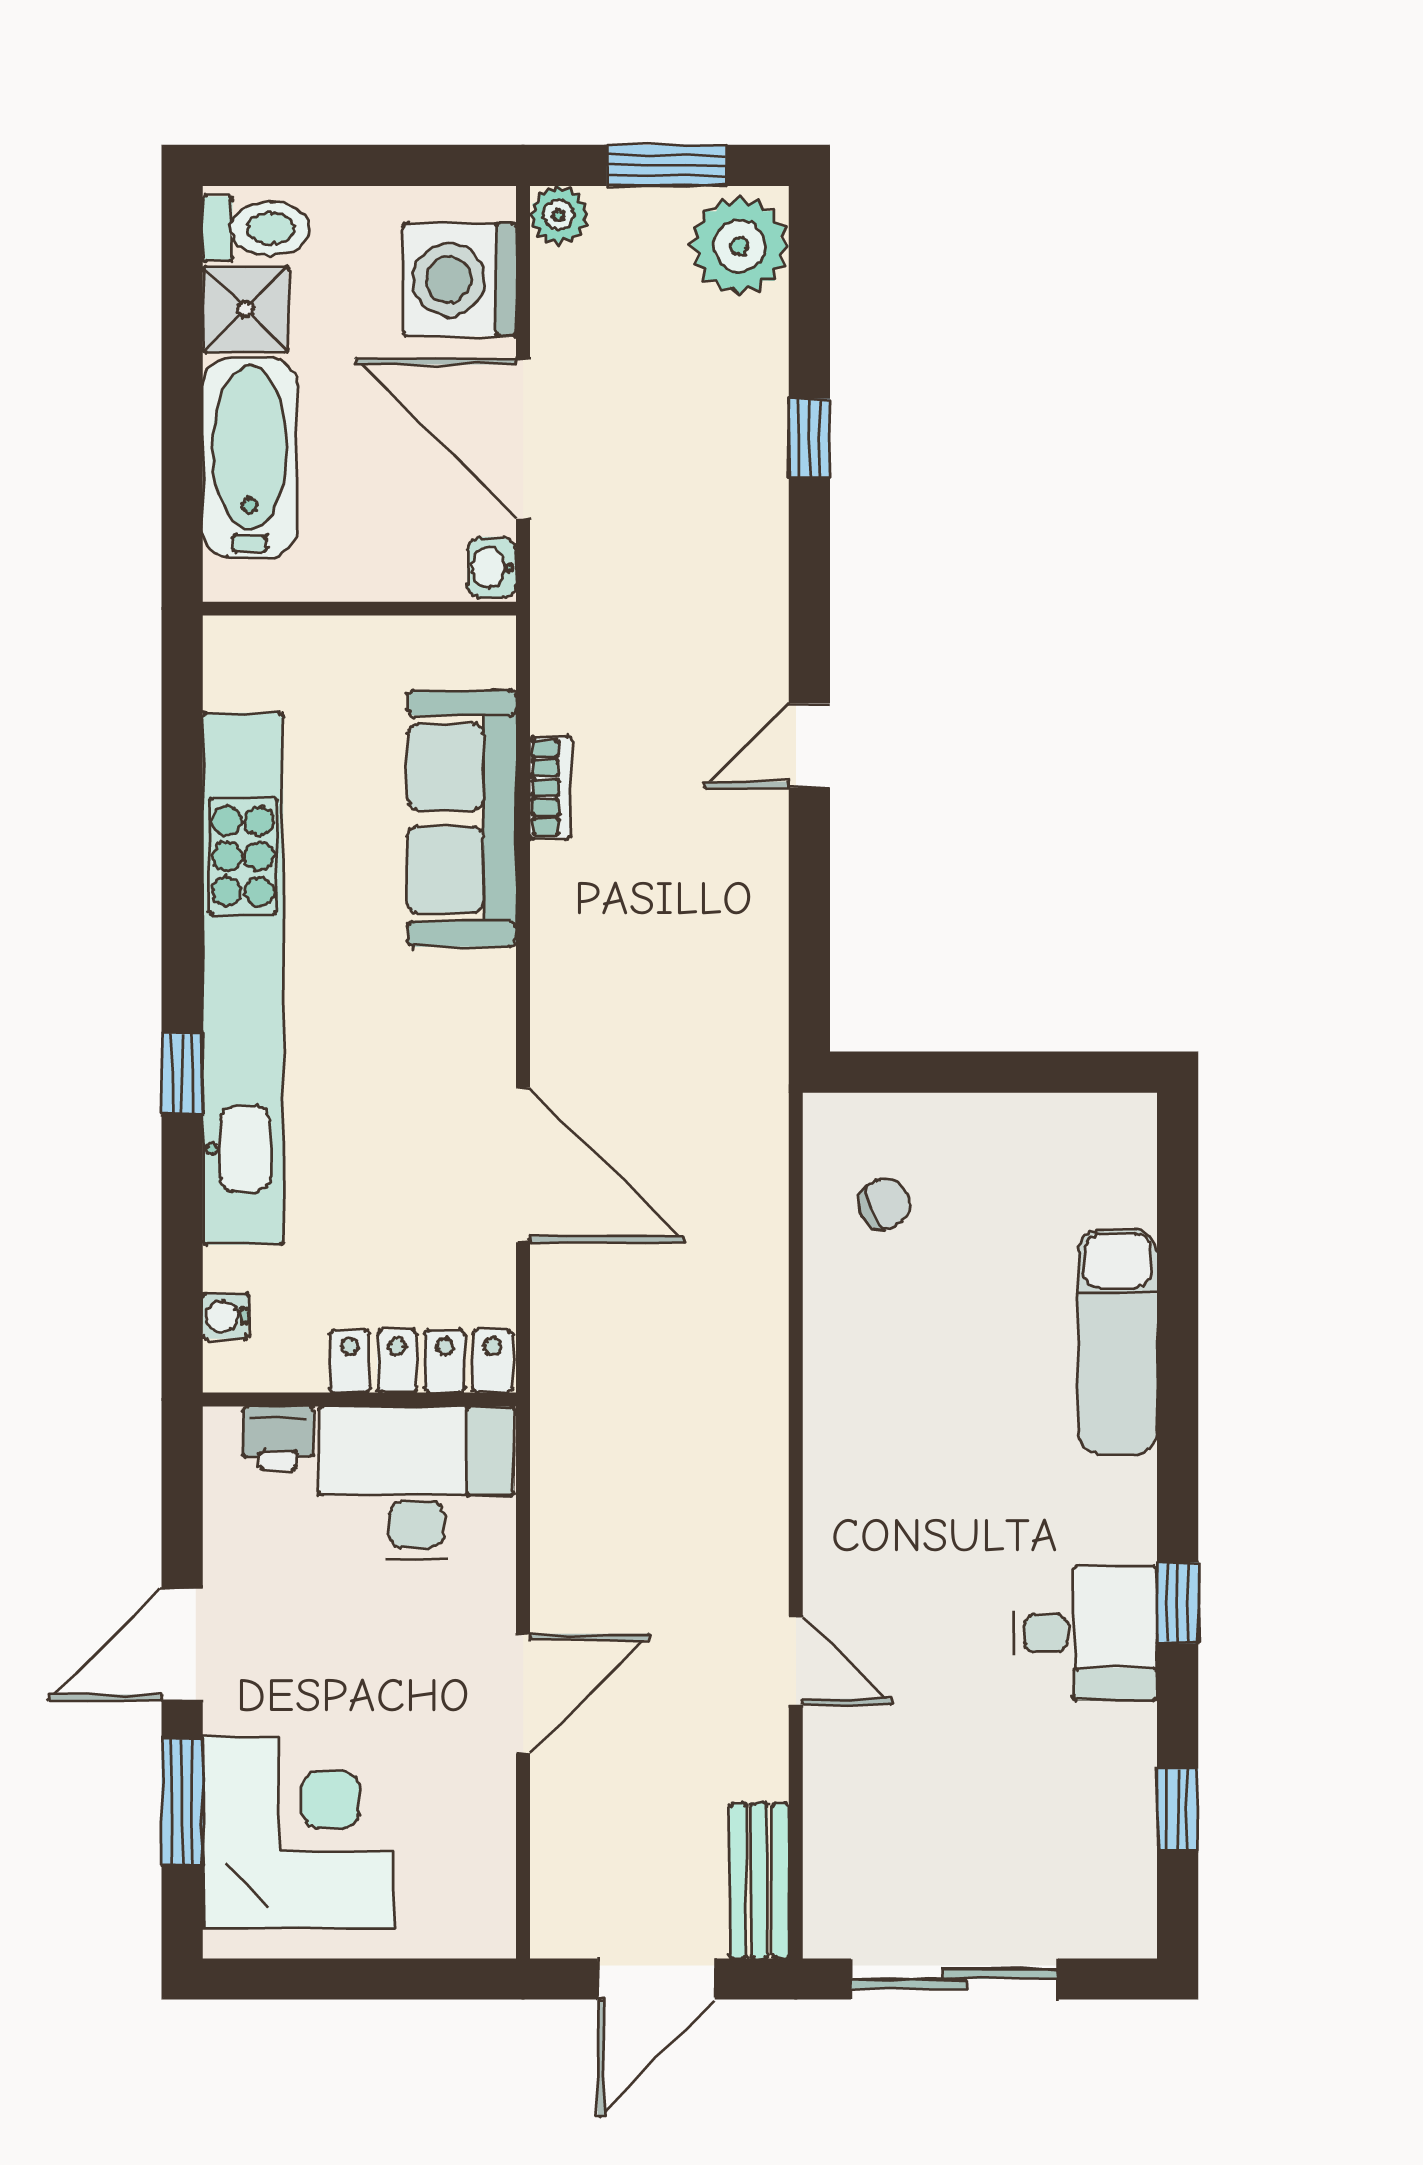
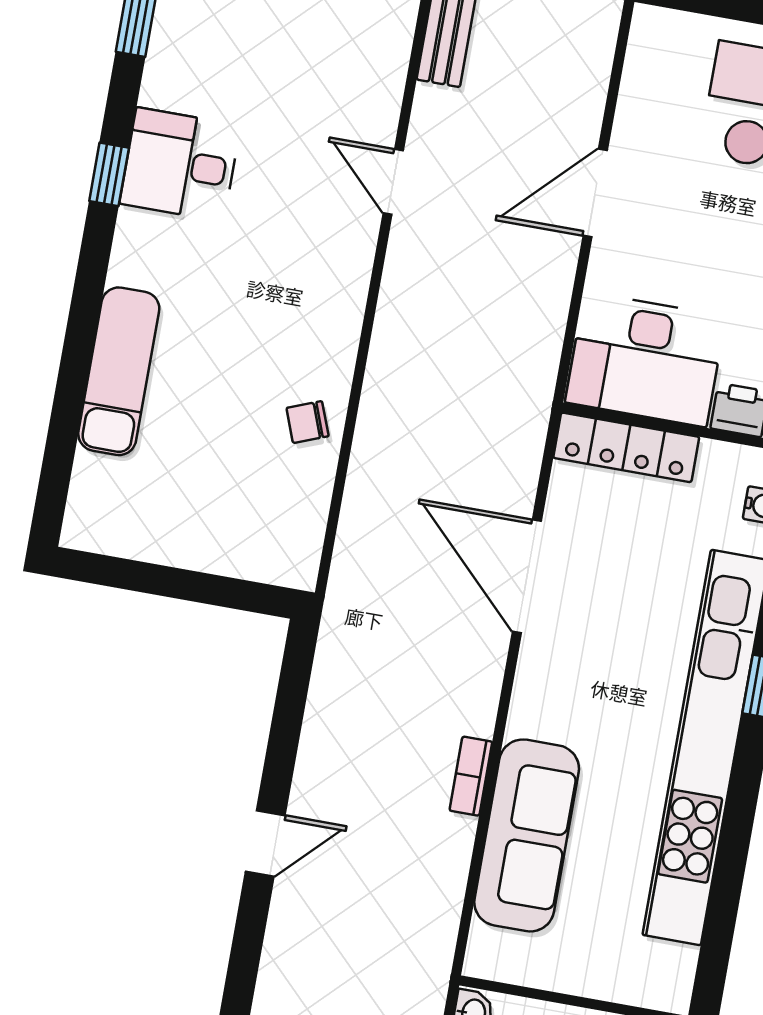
bookcase: (550, 788) -> (471, 776), moved
chair: (885, 1204) -> (308, 422), moved

